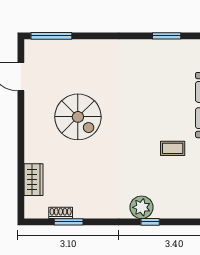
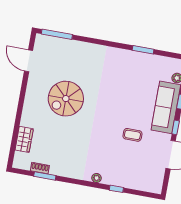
spiral stairs: (78, 117) -> (66, 99), turned 90
plant: (141, 207) -> (97, 178), width x0.53, depth x0.53
window: (150, 222) -> (116, 189), moved

